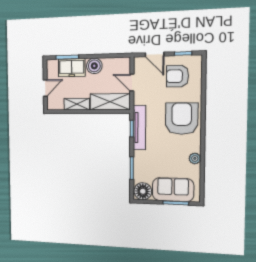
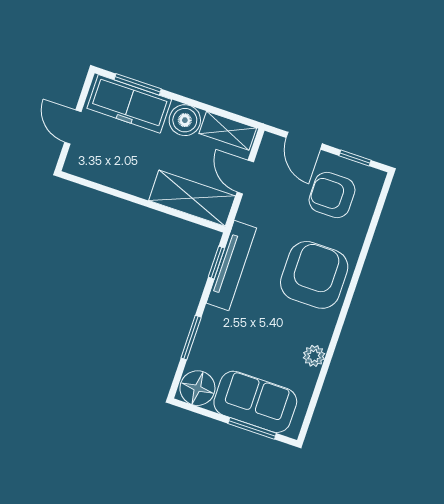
freezer: (72, 68) -> (129, 104), width x1.40
door: (45, 88) -> (73, 127), swing flipped
shelving: (77, 104) -> (228, 131), moved

